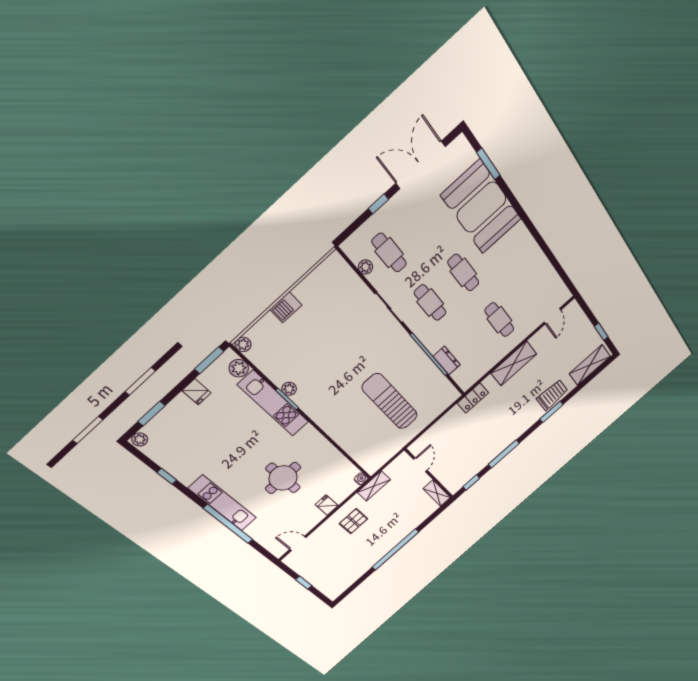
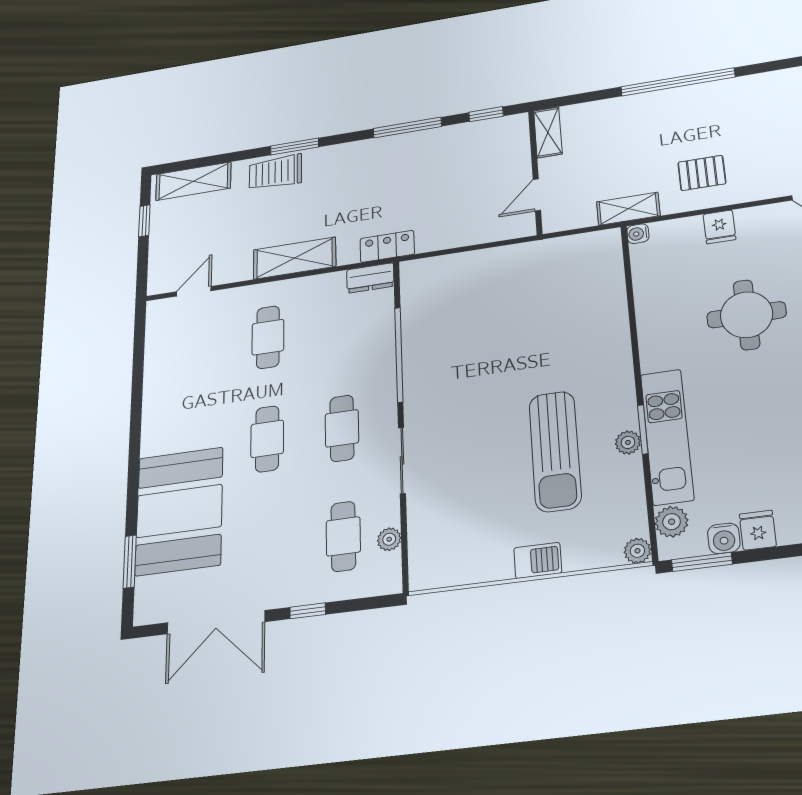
dresser: (447, 361) -> (370, 278), moved, turned -90
water cooler: (209, 378) -> (724, 538), added
sun lounger: (390, 401) -> (555, 451), moved

